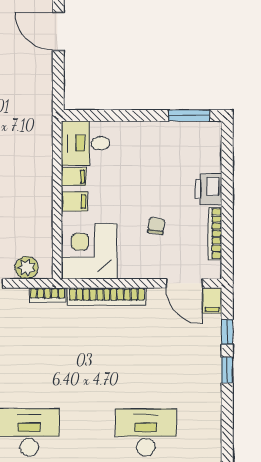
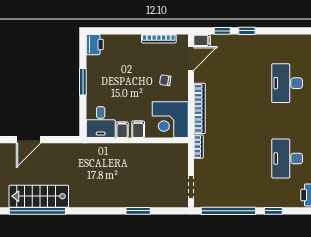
window: (189, 116) -> (83, 82), moved
printer: (209, 189) -> (95, 45), moved, turned -90
chair: (156, 226) -> (165, 80), moved
plant: (27, 268) -> (181, 160), removed

